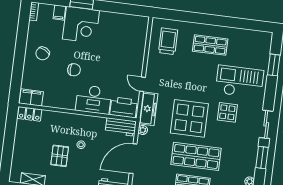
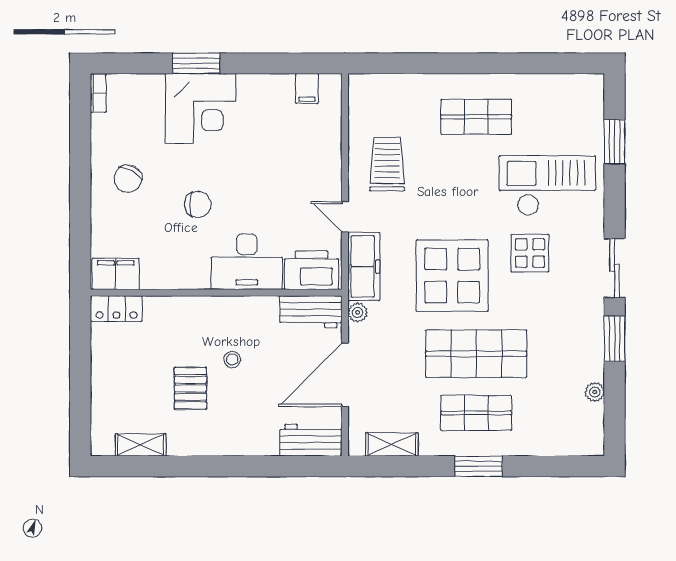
filing cabinet: (59, 13) -> (307, 89), moved
trolley: (168, 41) -> (387, 164), moved

